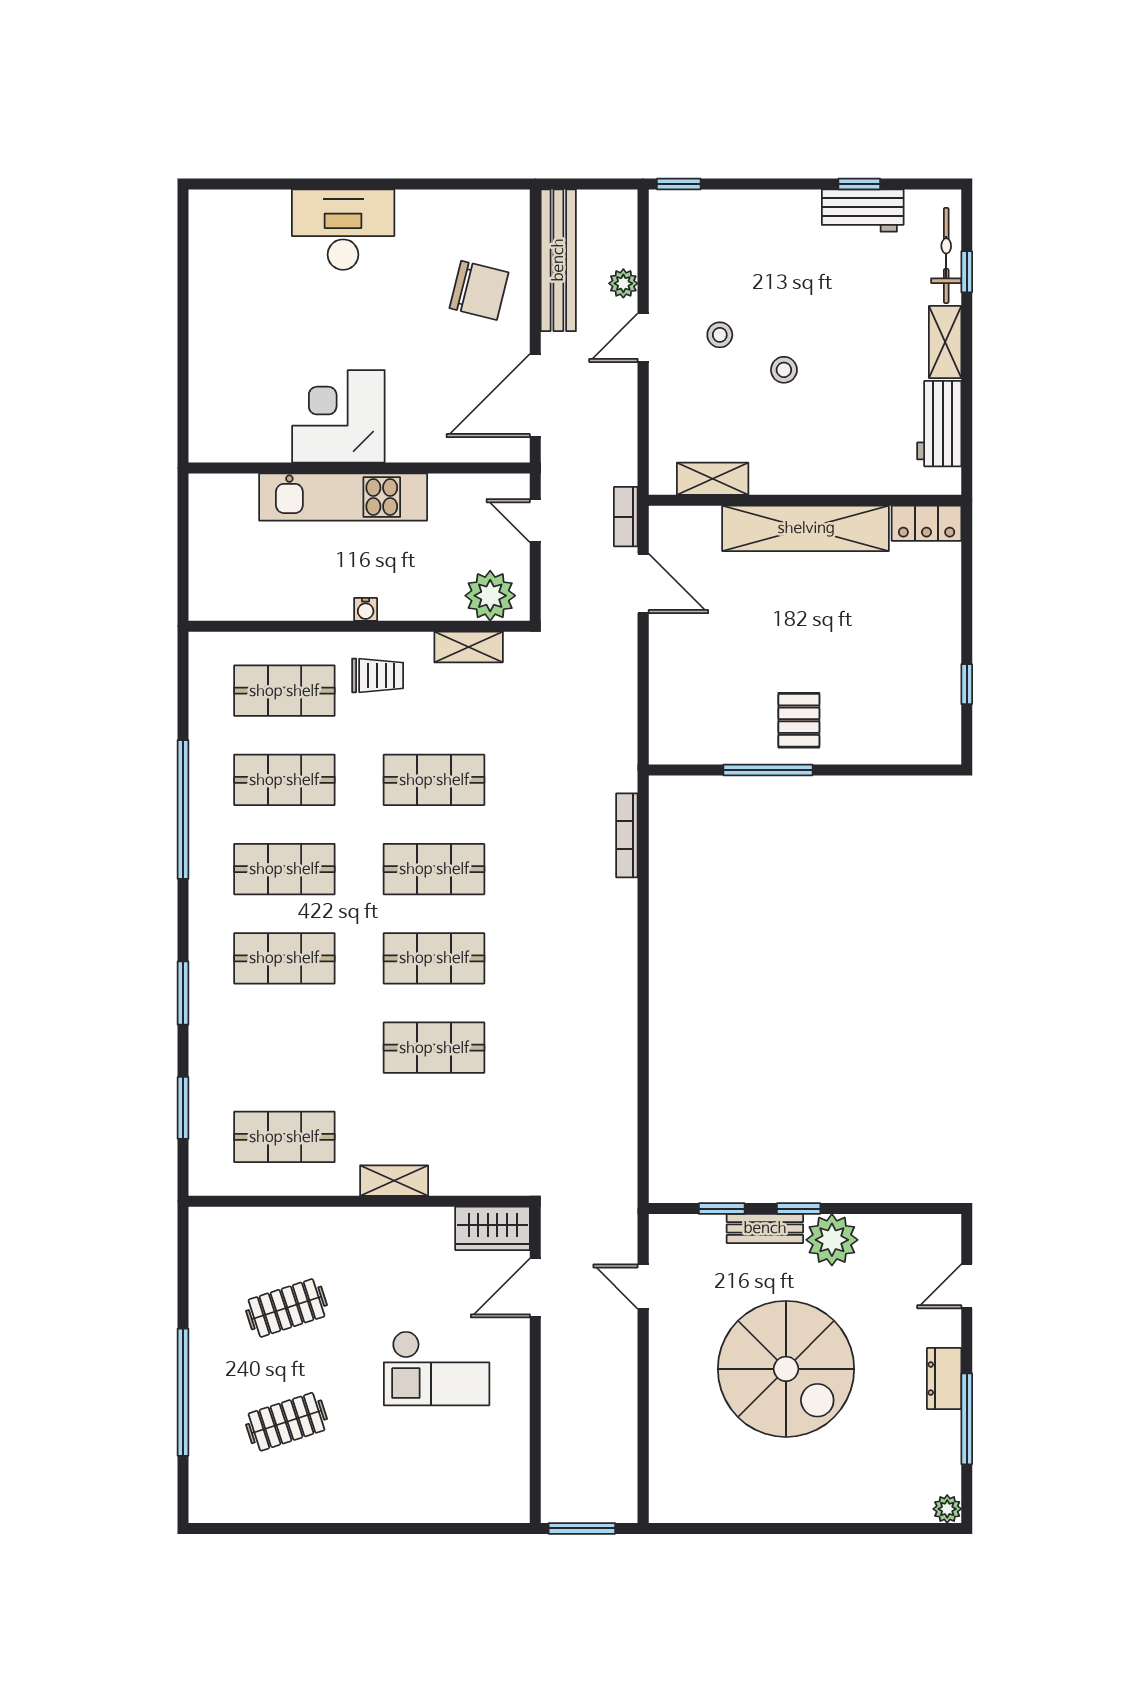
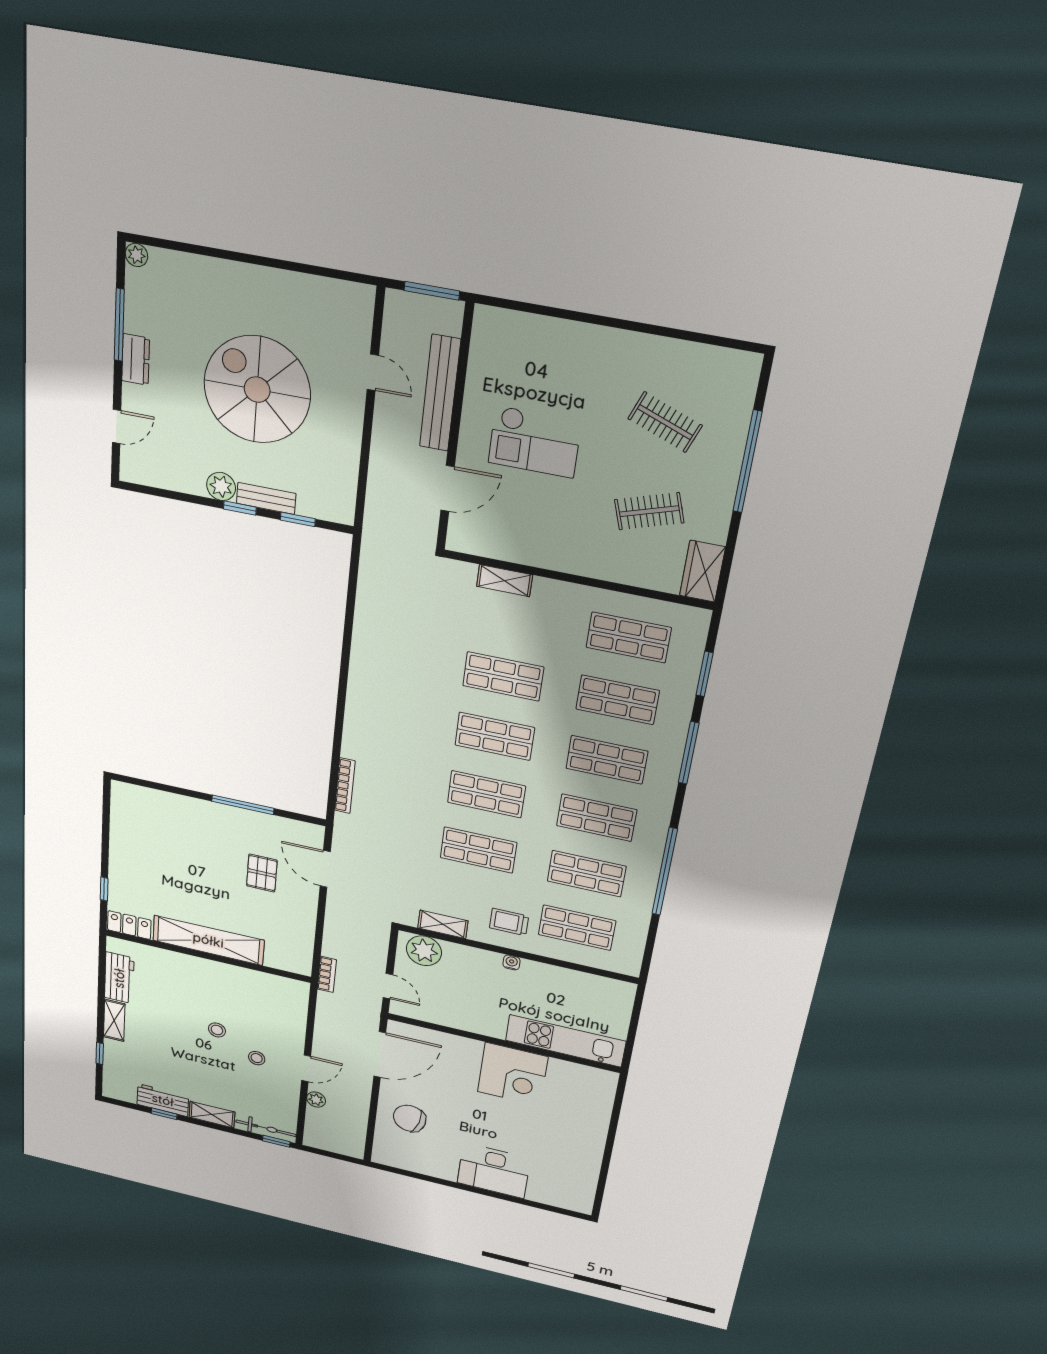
bicycle: (946, 255) -> (266, 1128), moved, turned -90
bench: (558, 260) -> (440, 393), moved
shelving: (713, 479) -> (212, 1115), moved
kitchen unit: (343, 497) -> (565, 1041), moved
door: (643, 583) -> (325, 869), moved
window: (967, 684) -> (104, 889), moved
pallet: (799, 720) -> (262, 873), moved
window: (183, 993) -> (689, 753), width x1.44
shop shelf: (284, 1048) -> (618, 700), added
shelving: (394, 1181) -> (504, 581), moved
wardrobe: (493, 1228) -> (702, 571), moved, turned -90
plant: (832, 1240) -> (221, 486), width x0.73, depth x0.73
door: (643, 1287) -> (373, 372), moved
checkout: (437, 1368) -> (535, 442), turned 180
clothes rail: (287, 1422) -> (665, 422), turned 39

